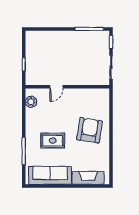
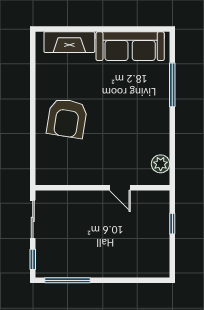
door: (56, 87) -> (120, 188), swing flipped
rug: (53, 141) -> (126, 102), removed

